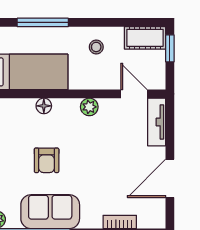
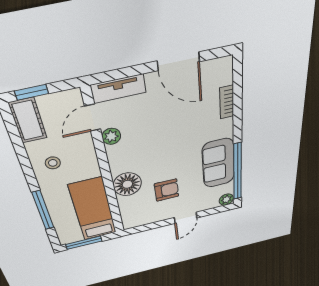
floor lamp: (44, 106) -> (127, 184), width x1.89, depth x1.89
plant: (89, 107) -> (111, 136), moved
armchair: (47, 160) -> (167, 190), moved

